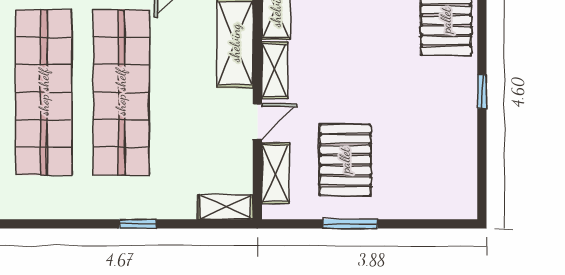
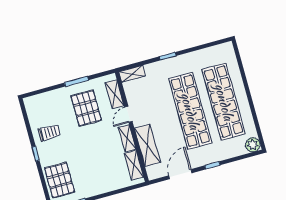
trolley: (440, 129) -> (49, 133), added

